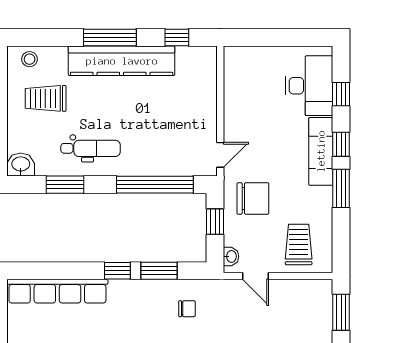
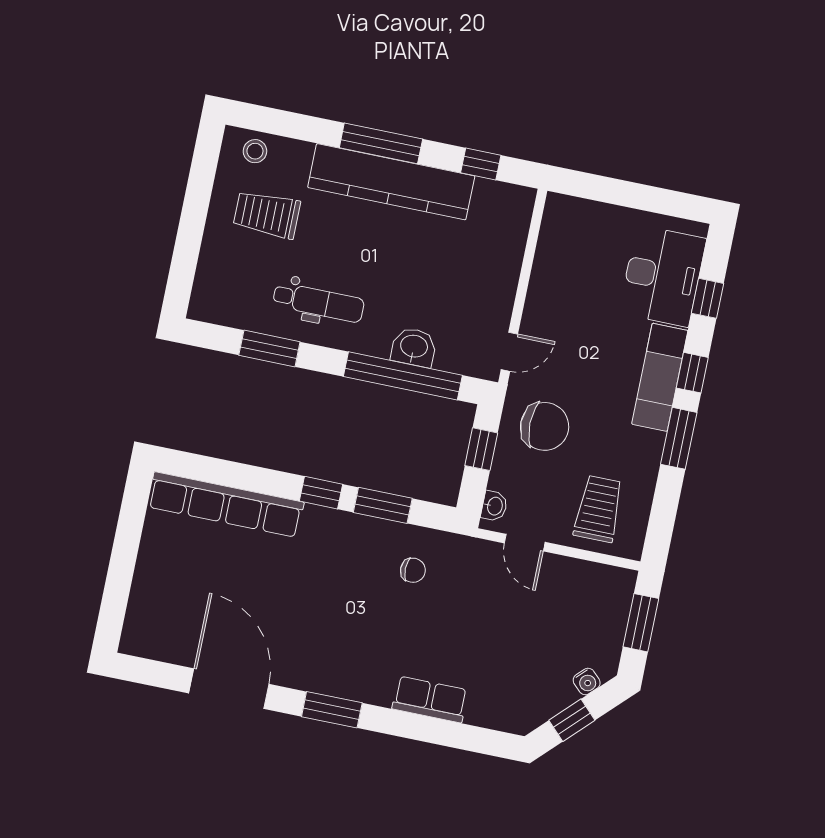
washbasin: (21, 165) -> (414, 347), moved

